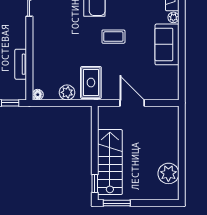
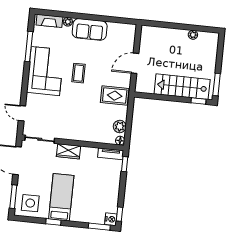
wardrobe: (19, 34) -> (69, 151), added
tv unit: (21, 64) -> (111, 154), moved
plant: (67, 92) -> (120, 127), moved
plant: (168, 173) -> (193, 35), width x0.53, depth x0.53

